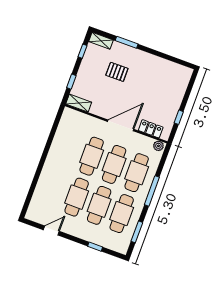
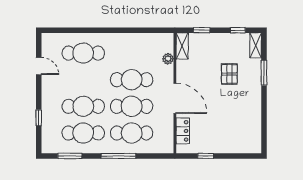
plant: (158, 146) -> (168, 59), moved
cafe table: (77, 197) -> (83, 53), moved

